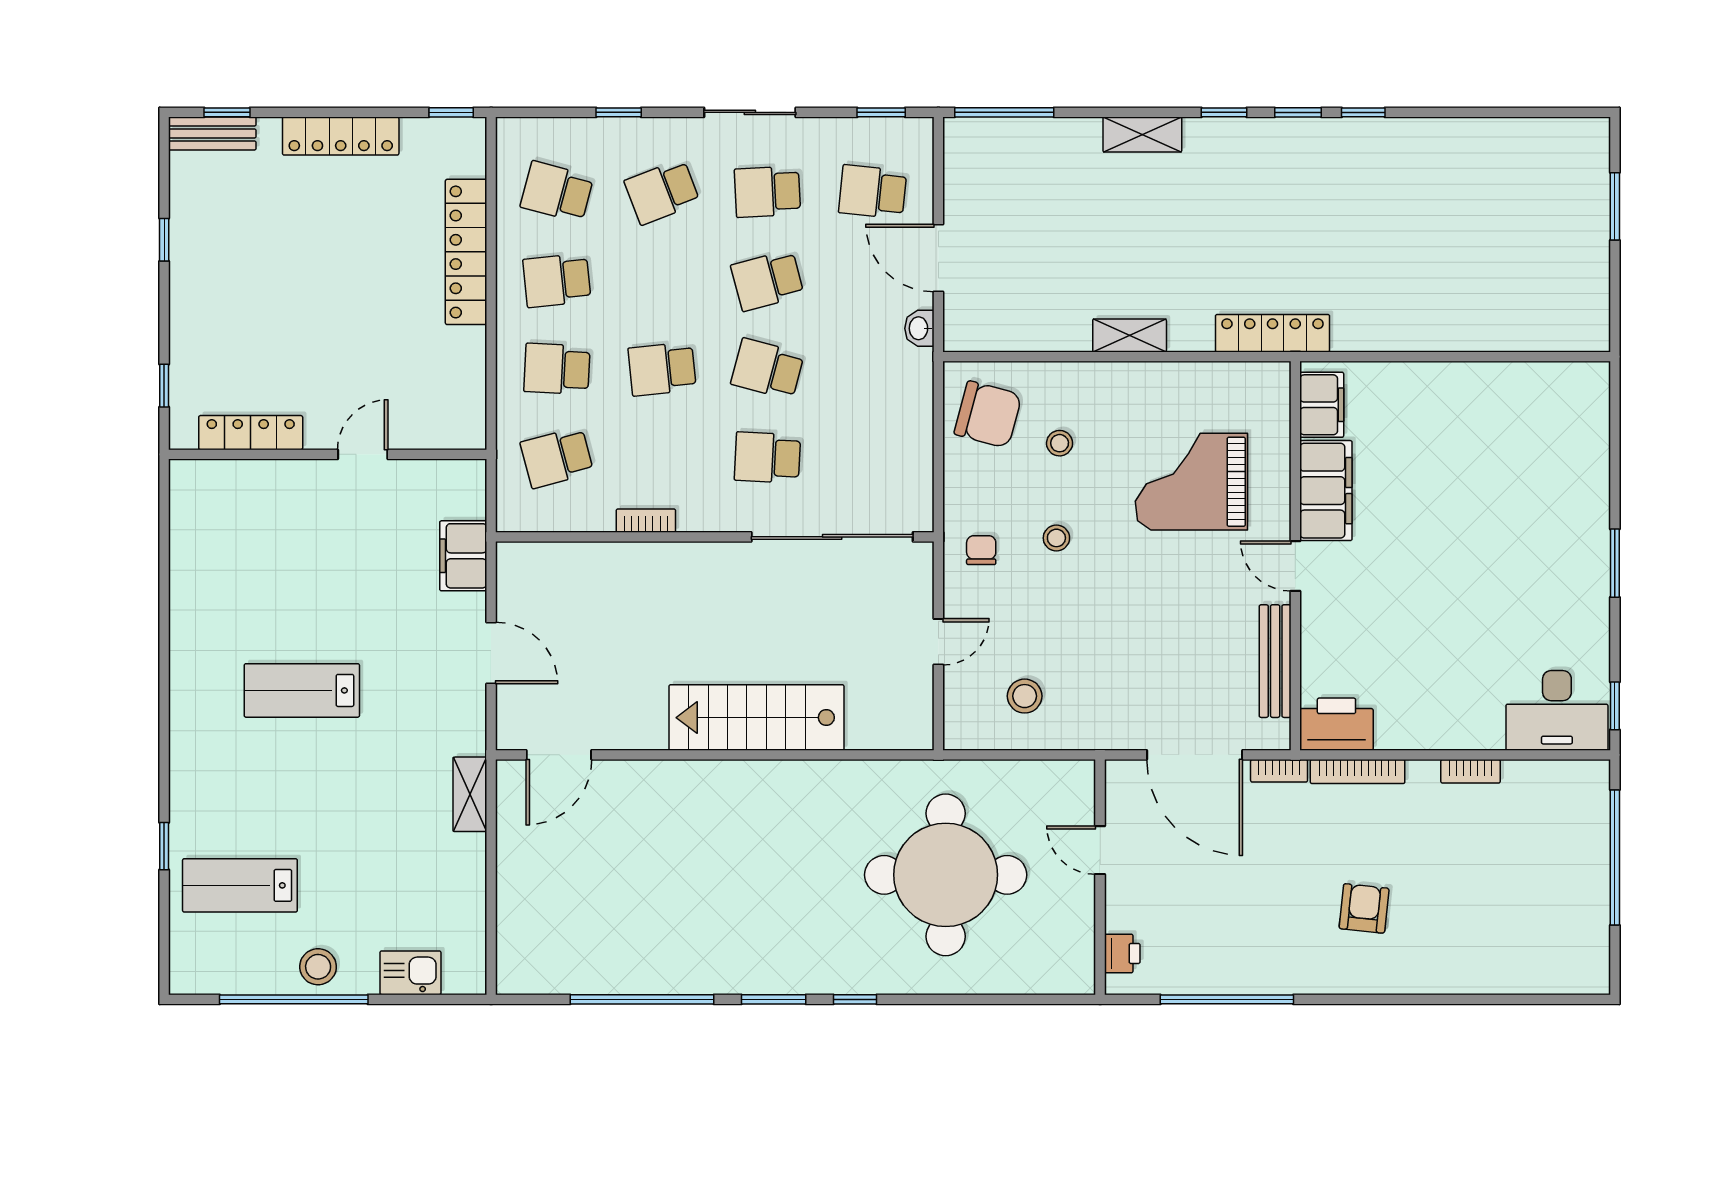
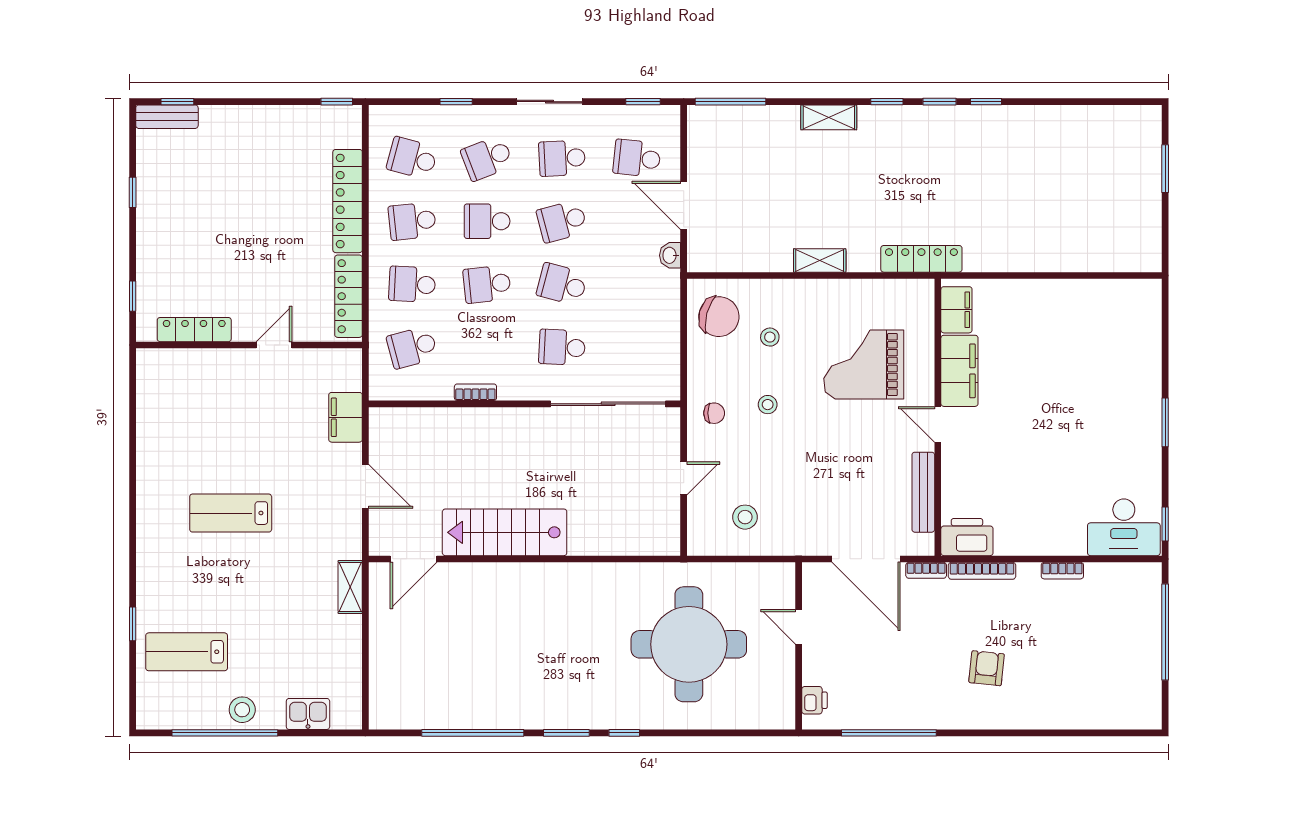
locker: (341, 136) -> (348, 296), moved, turned 90
school desk: (662, 280) -> (487, 221), added
chair: (981, 550) -> (714, 413), turned 90
stairs: (756, 718) -> (505, 532), moved

